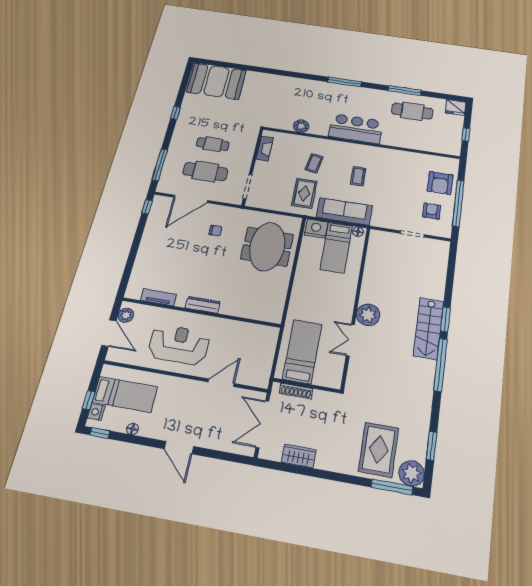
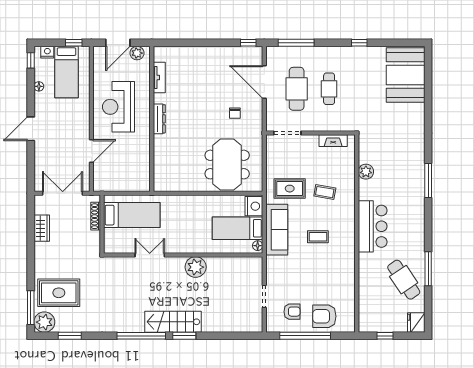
window: (345, 82) -> (428, 181), moved
cafe table: (412, 111) -> (404, 280), turned -34
meeting table: (267, 247) -> (227, 165), turned 90
plant: (368, 315) -> (196, 267), moved
reception desk: (179, 345) -> (118, 107), turned 180
door: (221, 383) -> (91, 151), hinge flipped
window: (89, 400) -> (74, 43), moved

